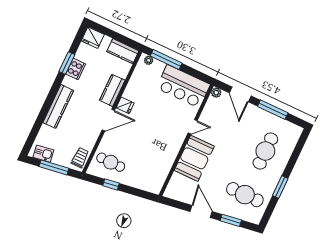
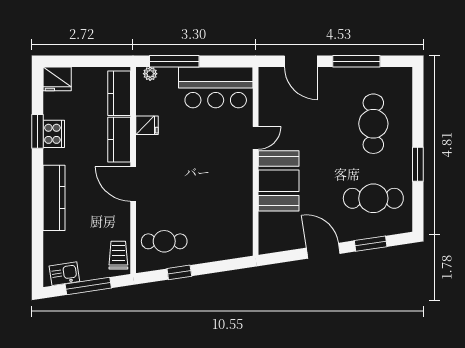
kitchen counter: (123, 51) -> (119, 93), moved, turned 90
plant: (216, 93) -> (266, 74), removed
fridge: (125, 105) -> (147, 125), moved
door: (108, 120) -> (133, 184), swing flipped

